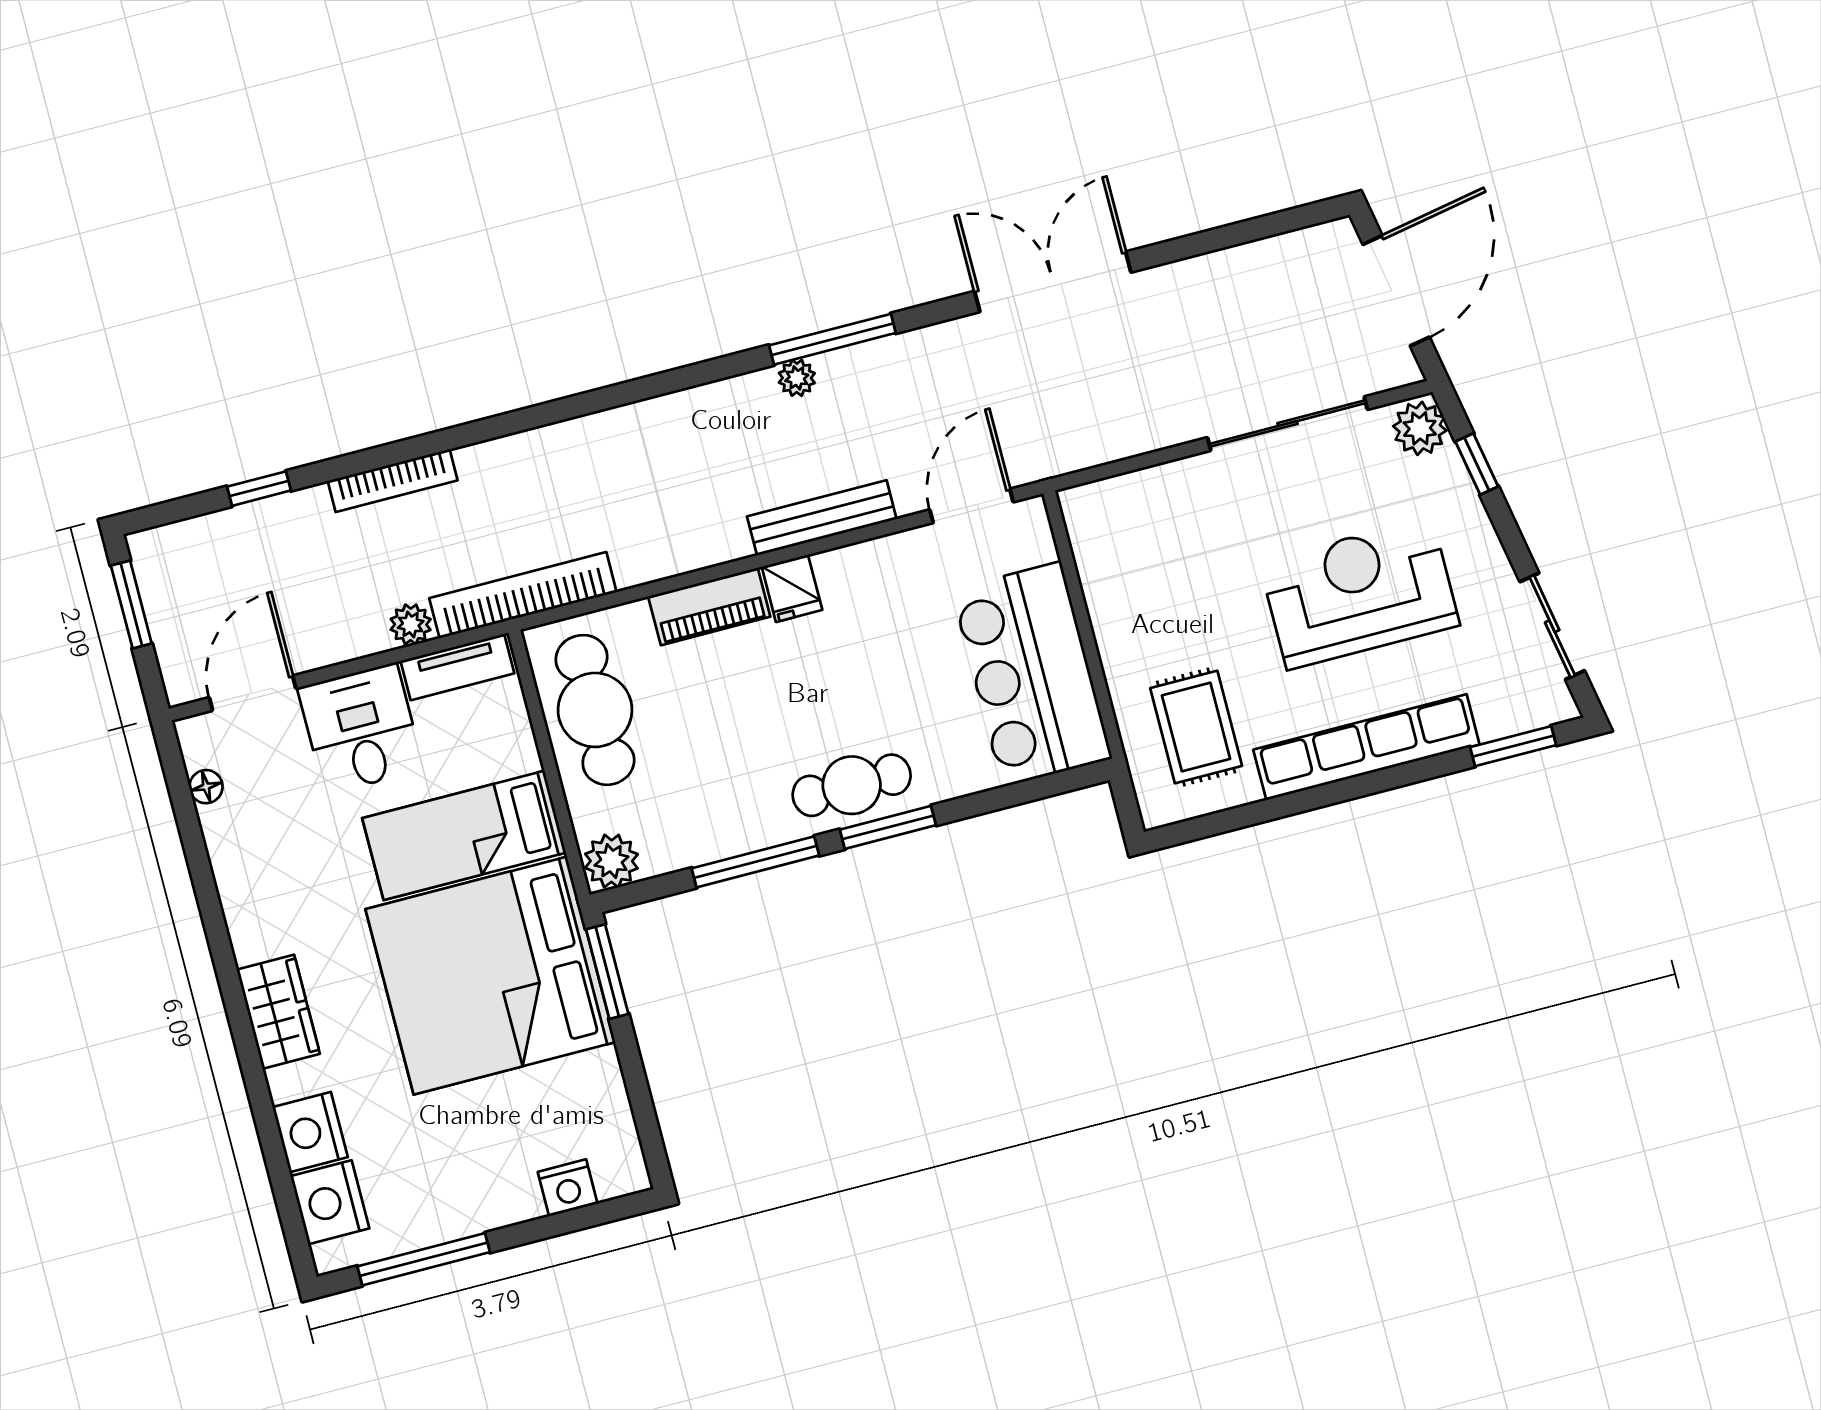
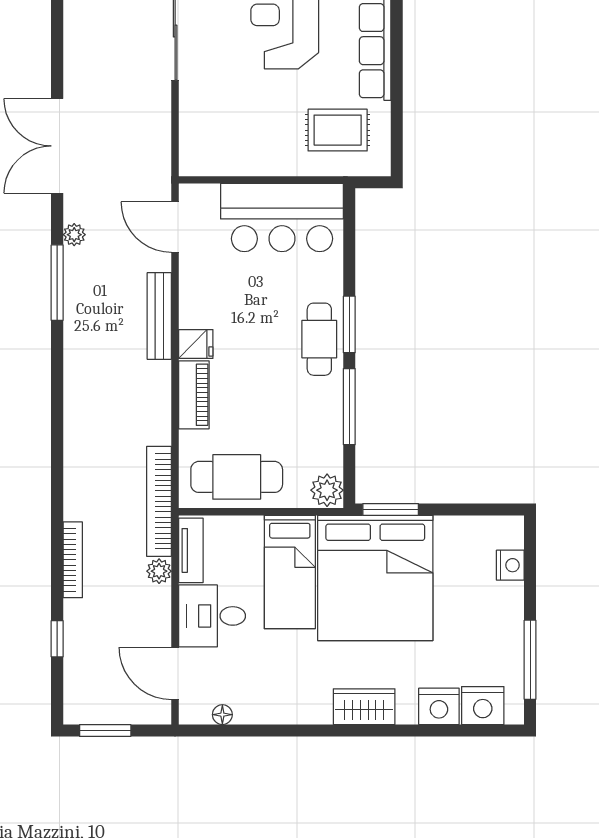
plant: (797, 378) -> (74, 235), moved

